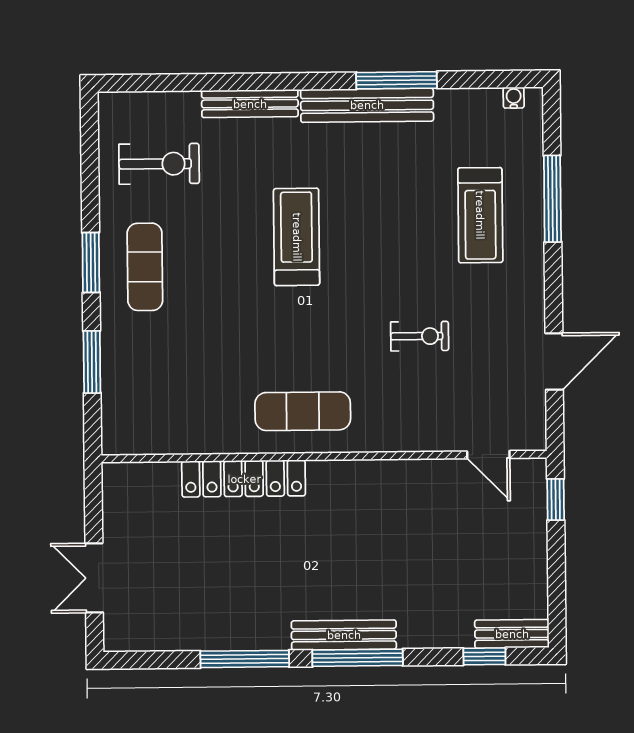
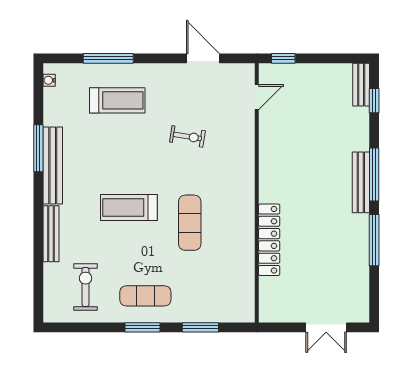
exercise bike: (420, 336) -> (187, 136), turned 99
exercise mat: (303, 411) -> (190, 223), moved

